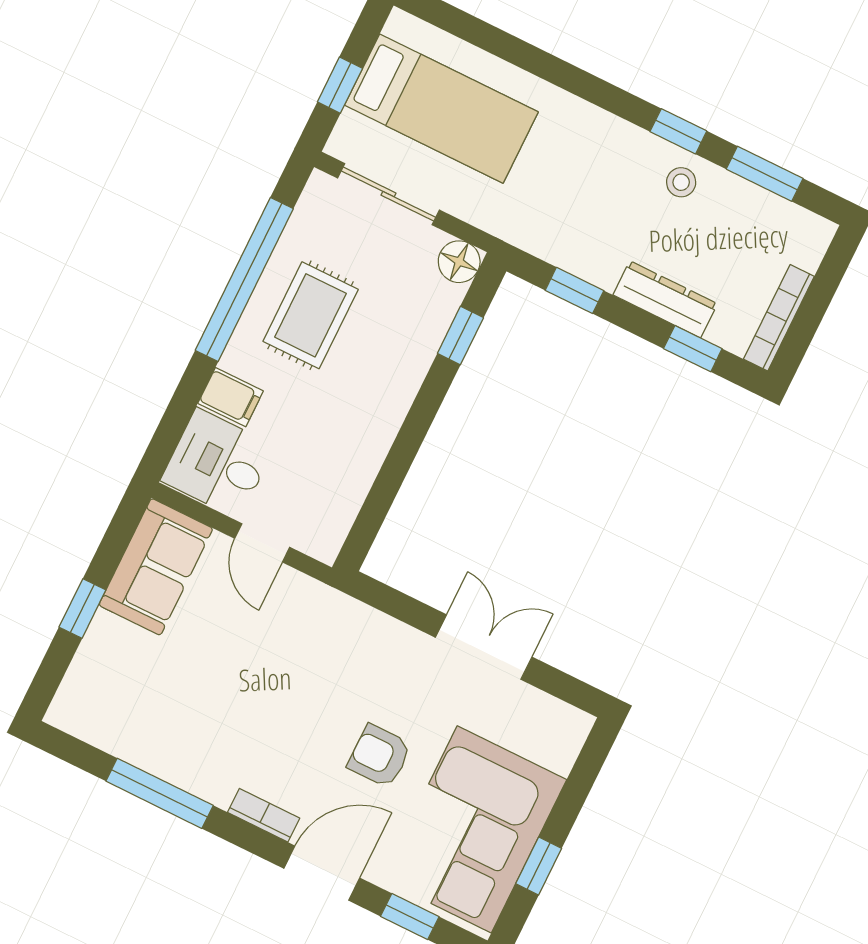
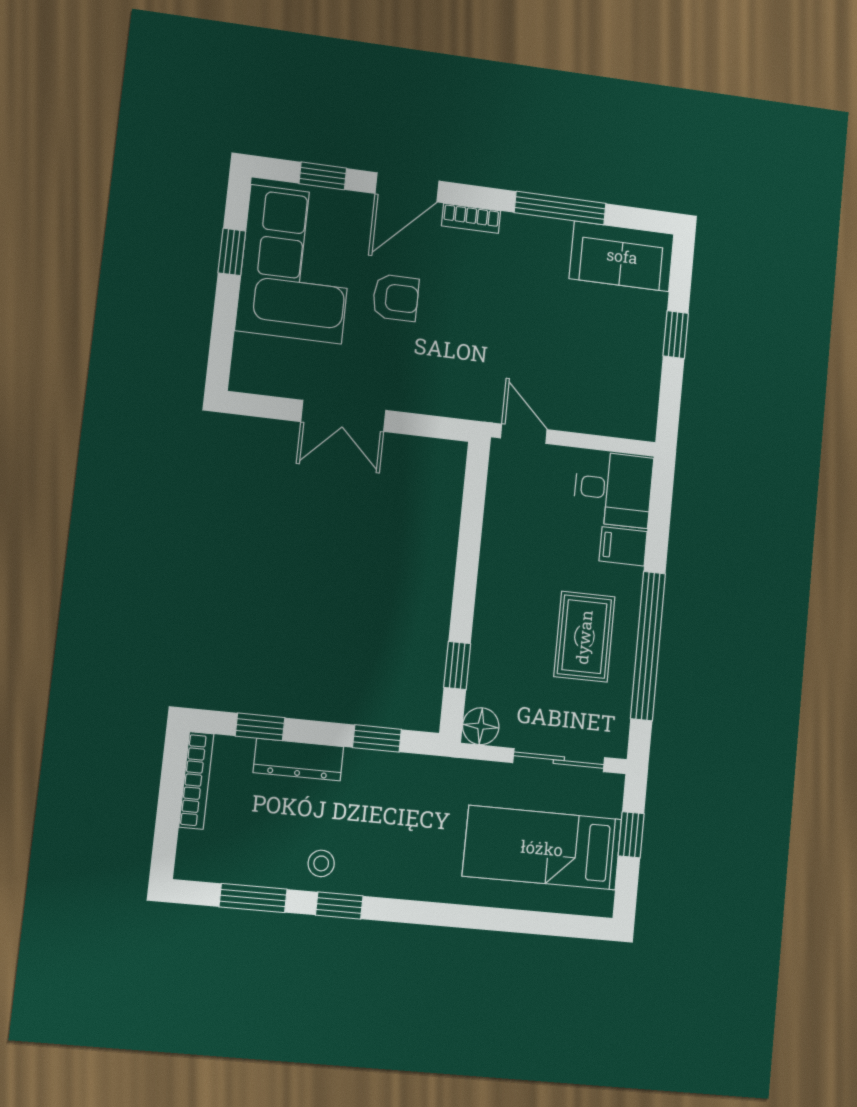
door: (262, 543) -> (524, 434), moved
sofa: (156, 567) -> (622, 256), moved, turned -90

